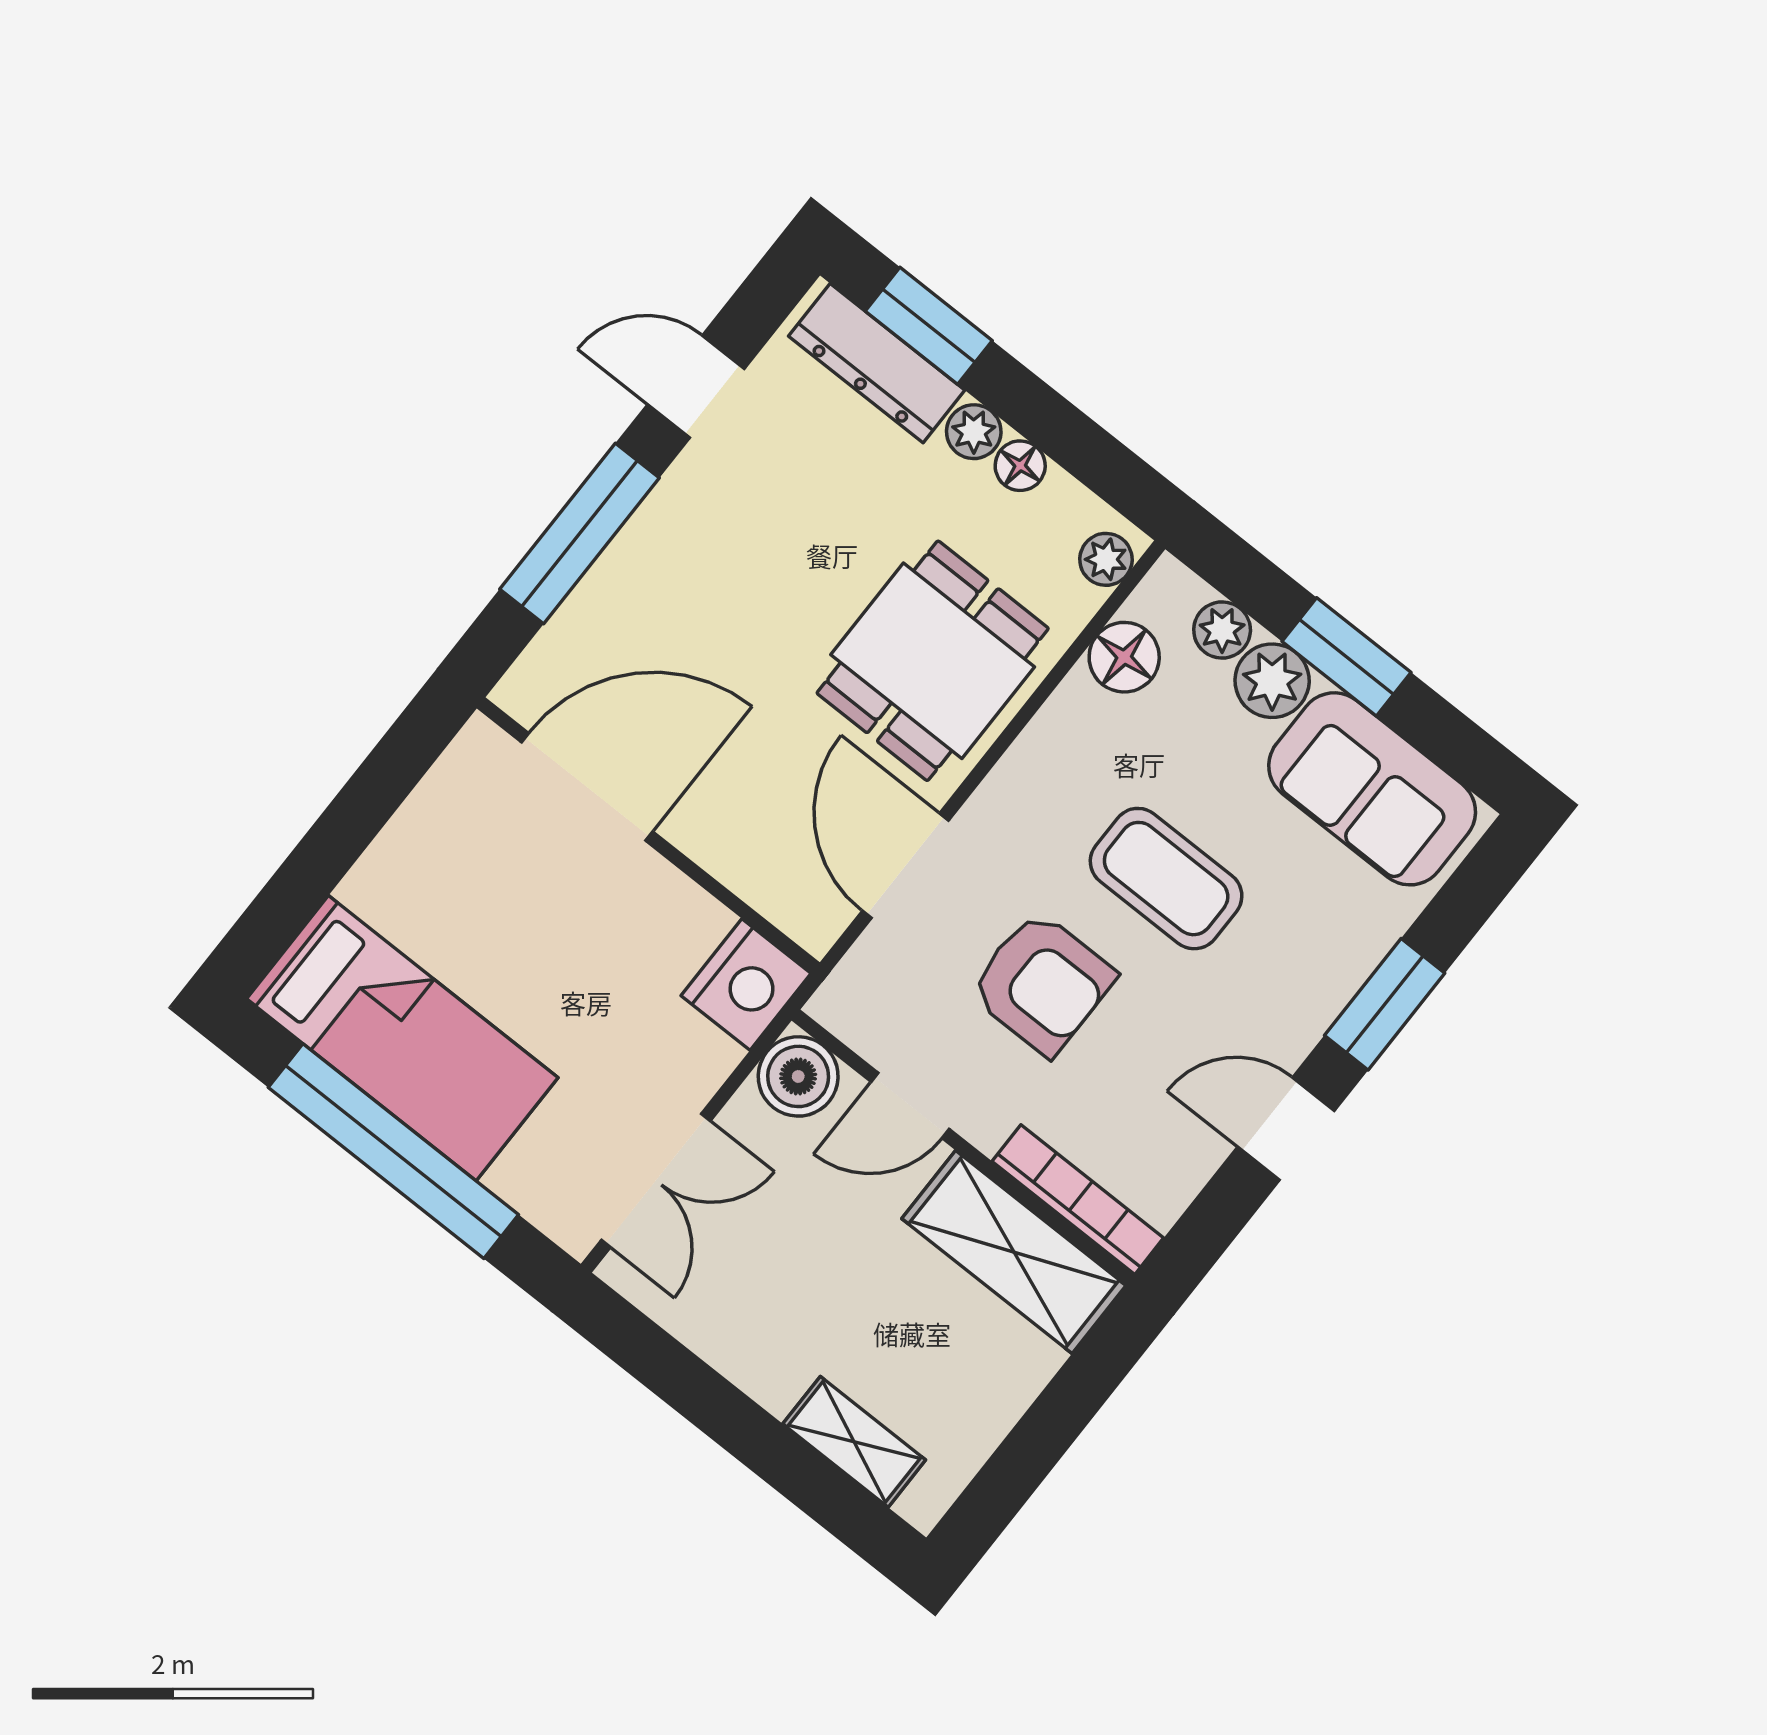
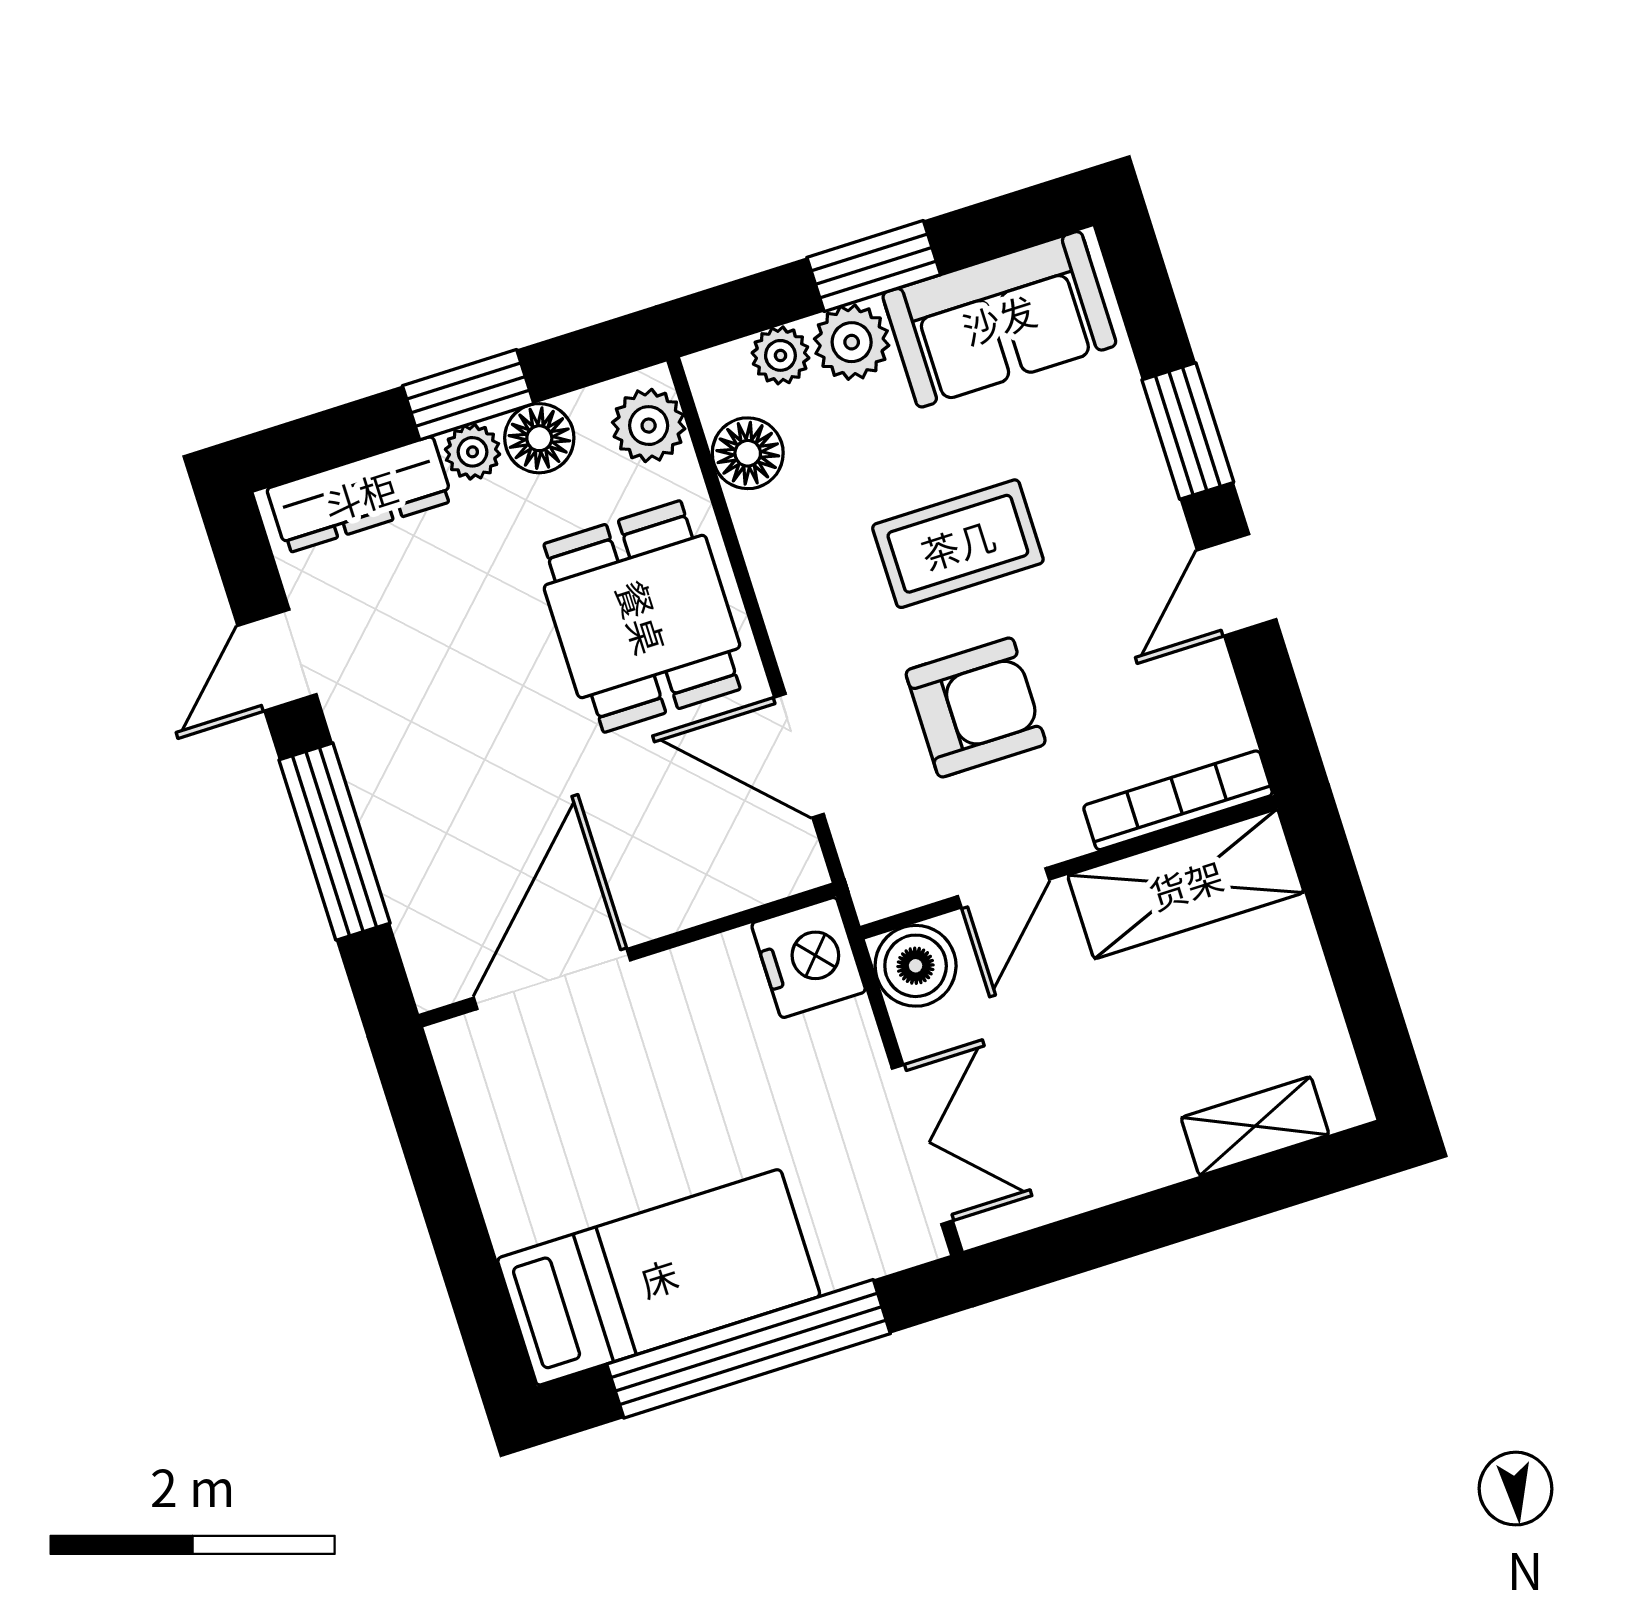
window: (929, 326) -> (468, 395), moved
floor lamp: (1020, 466) -> (539, 438), width x1.37, depth x1.37
plant: (1106, 559) -> (649, 426), width x1.38, depth x1.38

